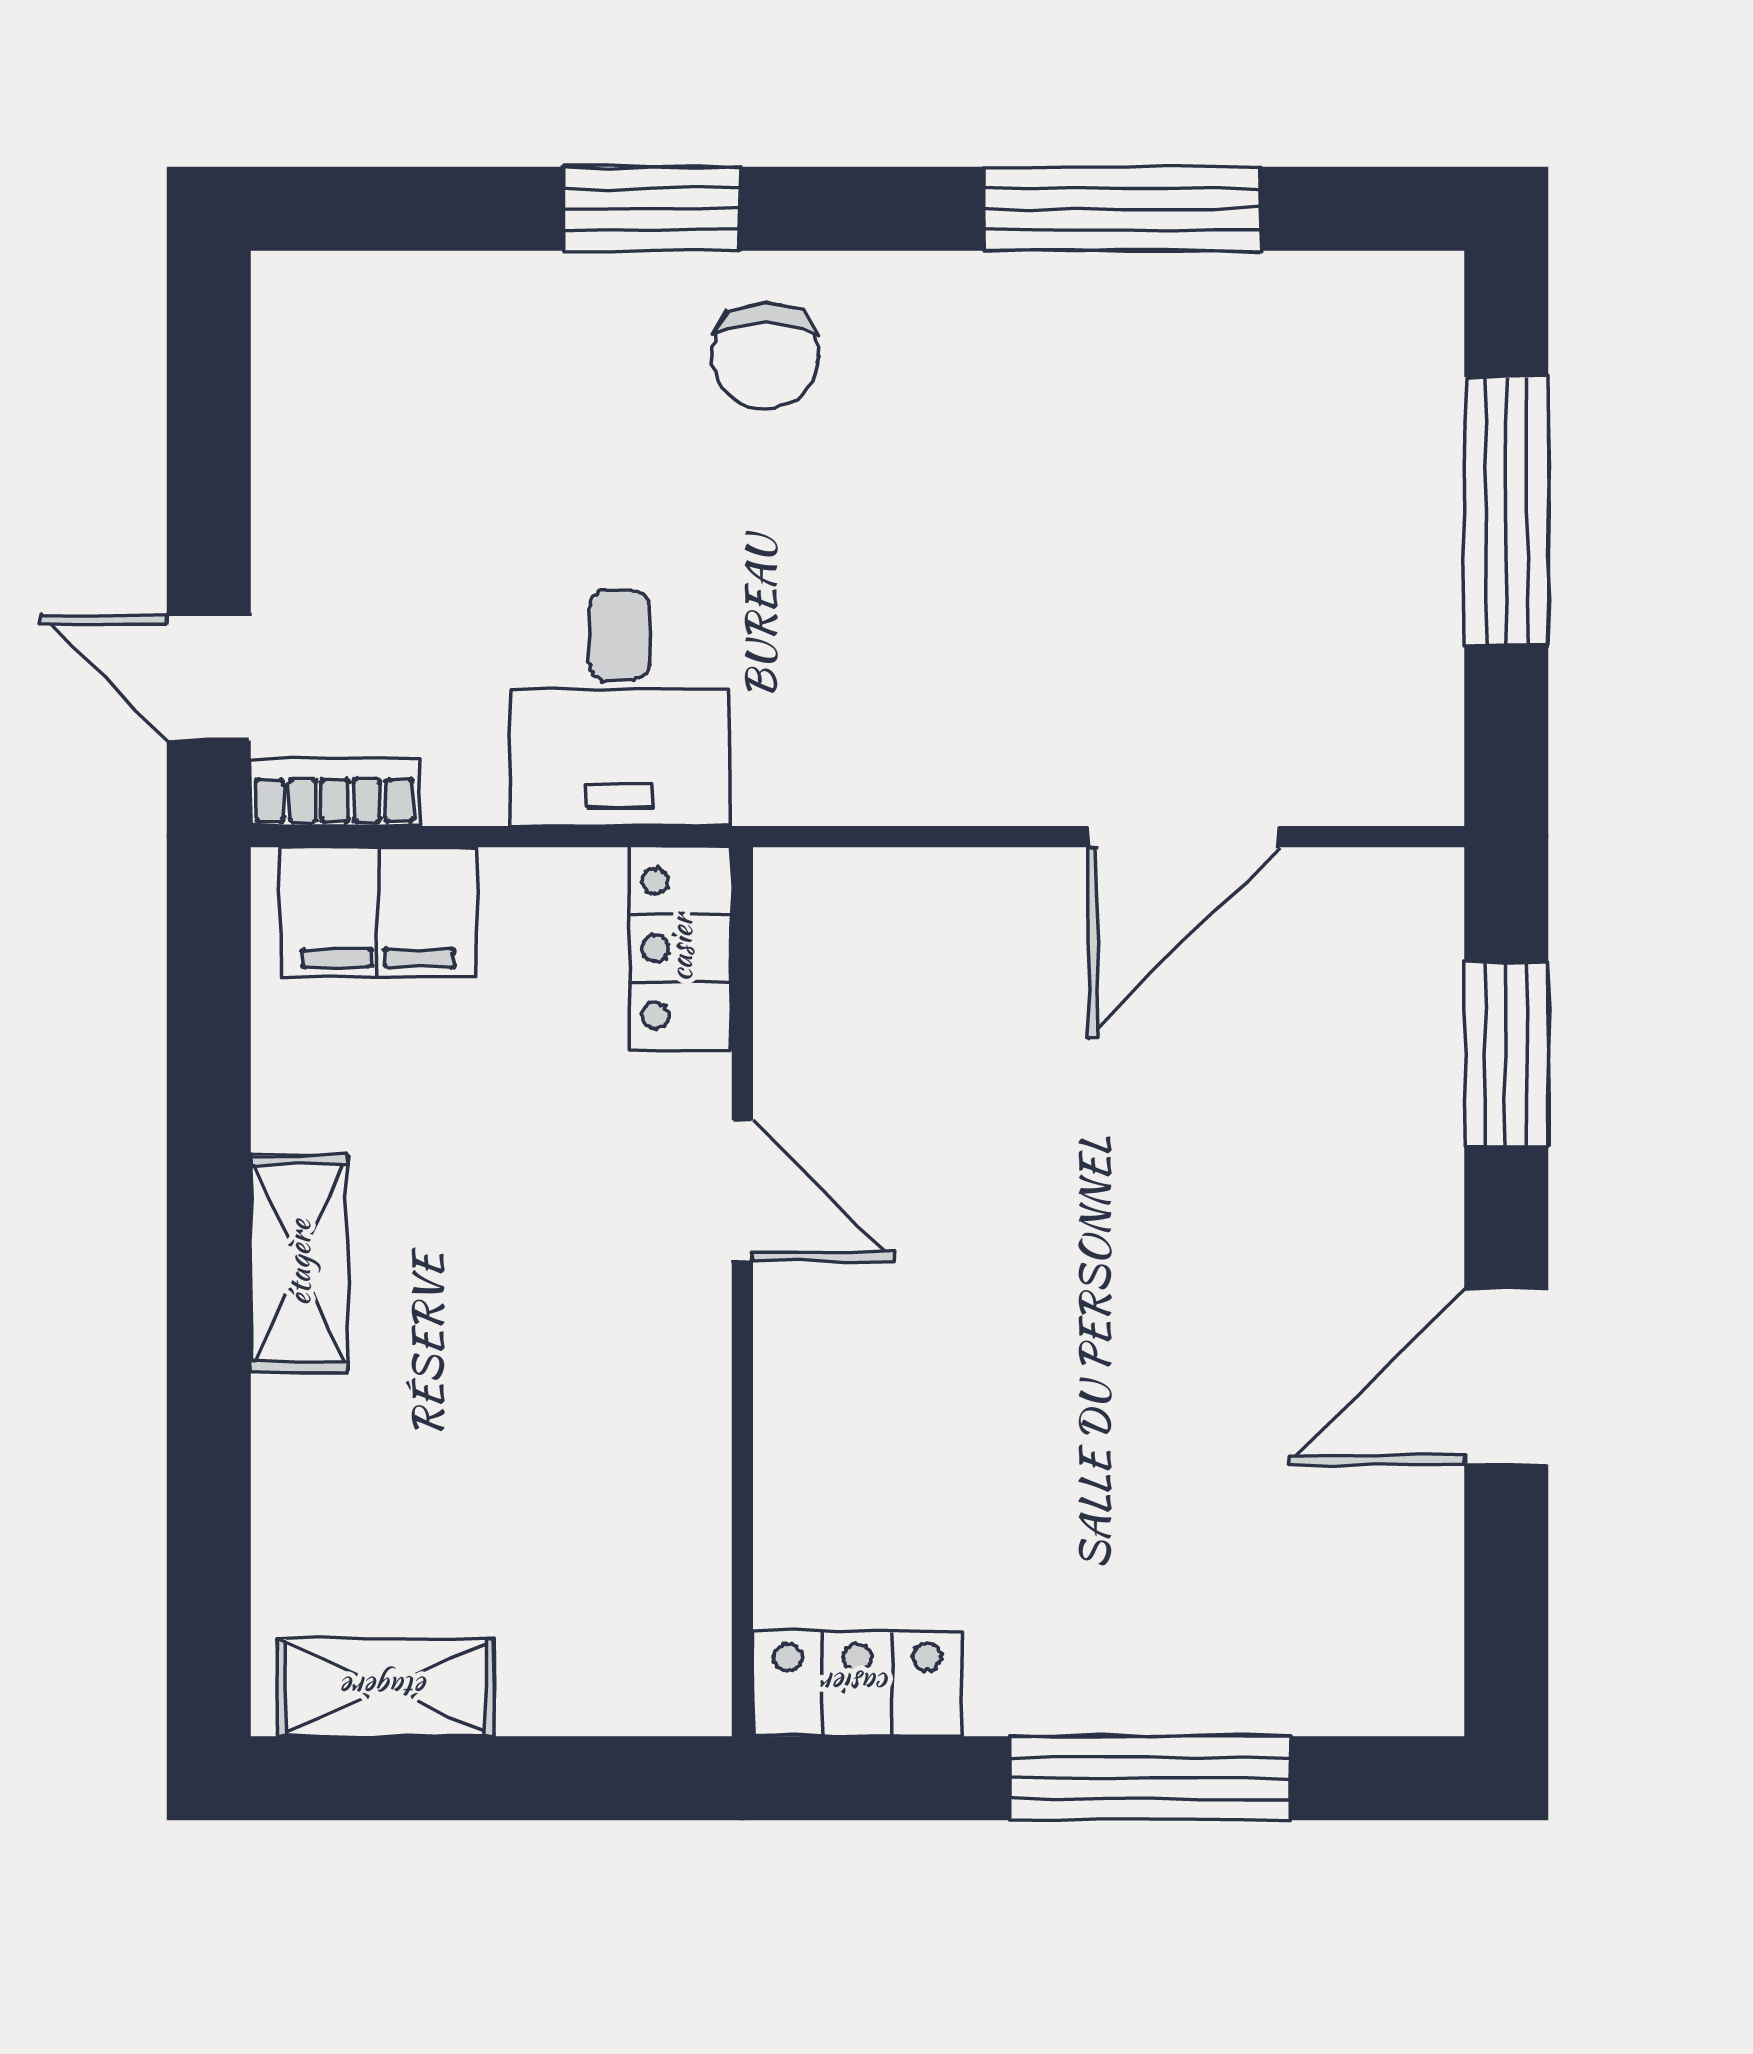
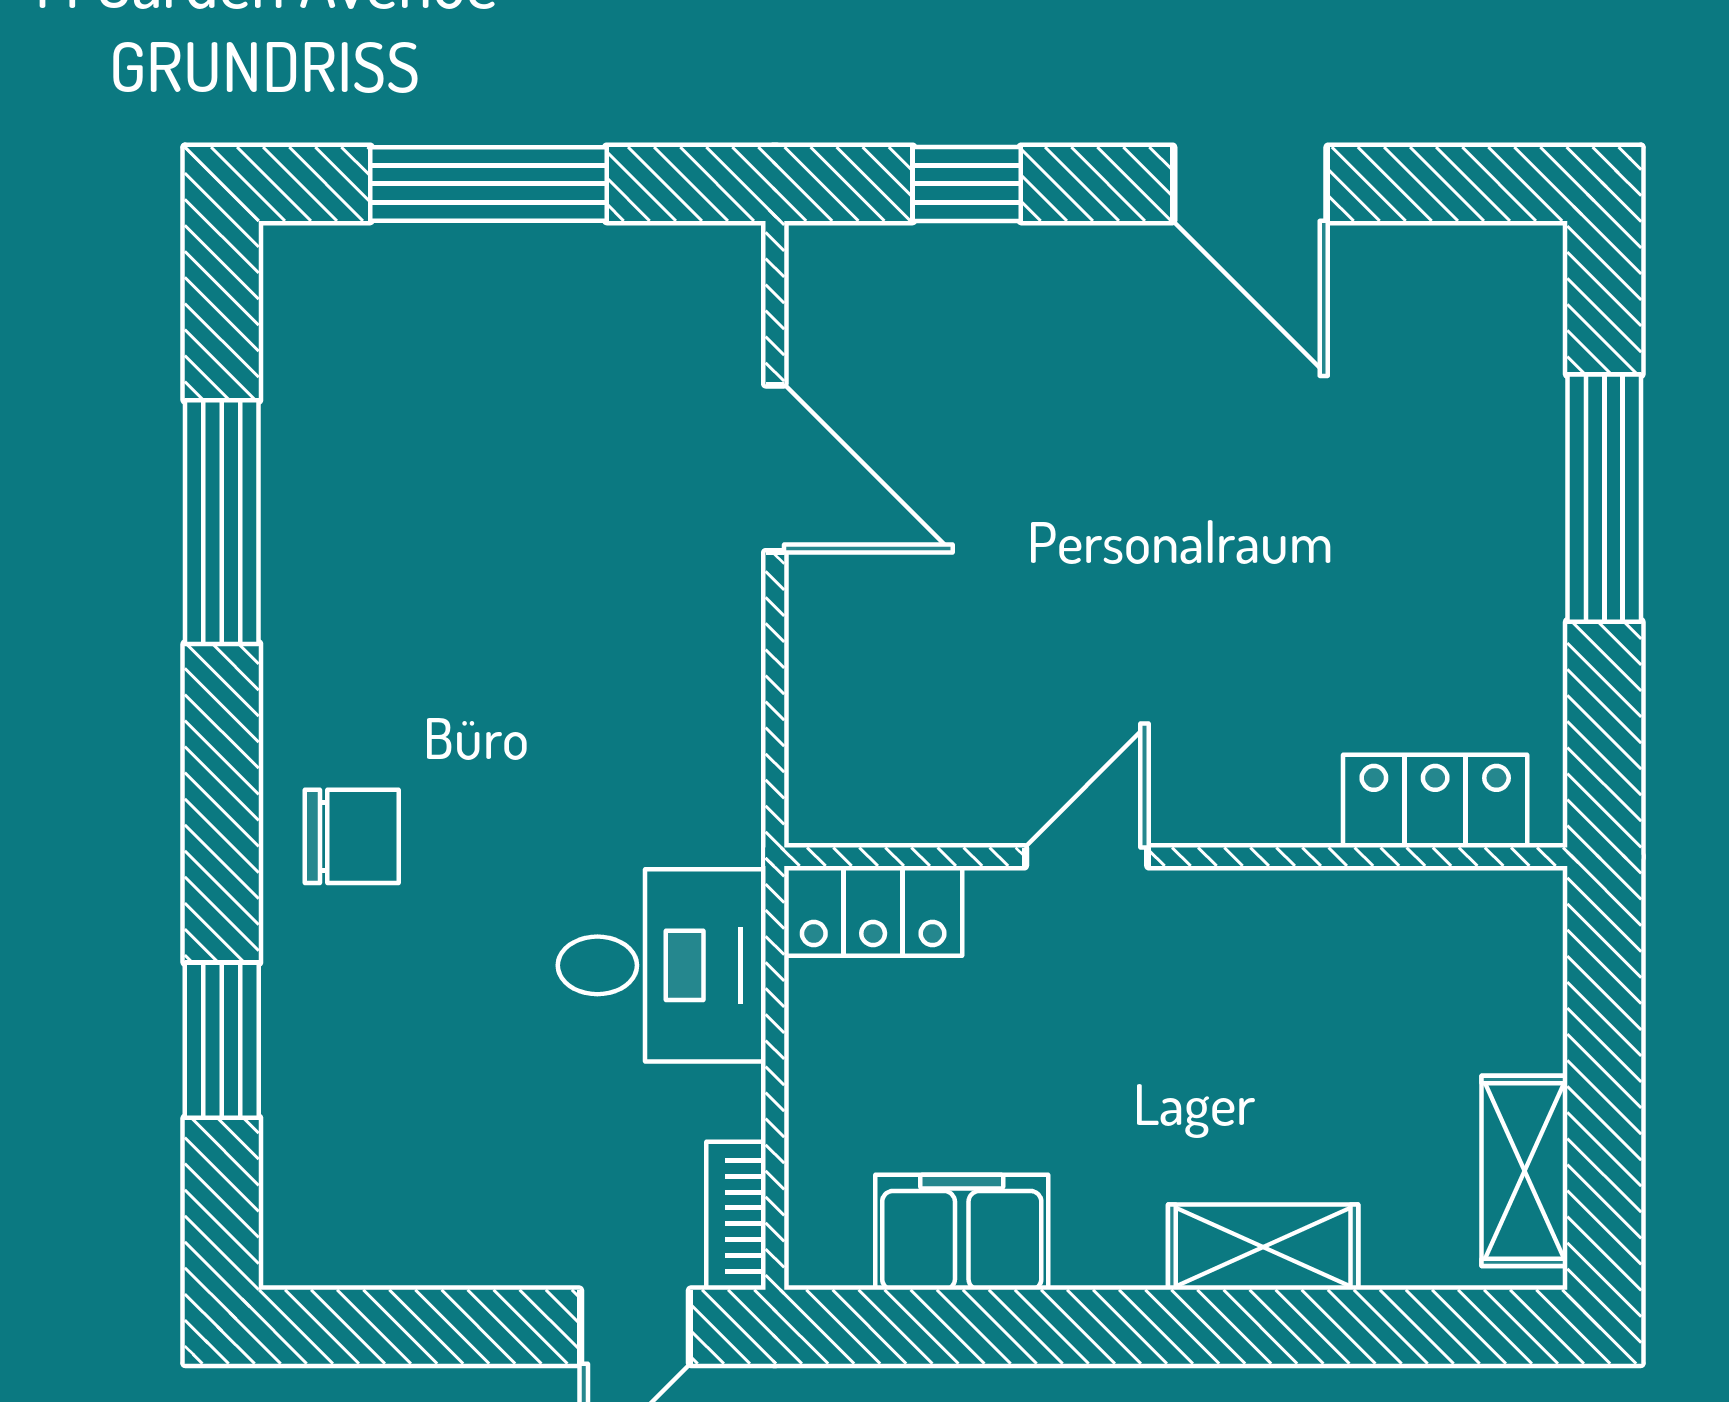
window: (652, 209) -> (222, 1040), moved
filing cabinet: (378, 912) -> (962, 1232), moved, turned -90
window: (1506, 1054) -> (967, 184), width x0.67
shelving: (299, 1263) -> (1263, 1247), moved
locker: (857, 1684) -> (1435, 801), moved, turned 90

